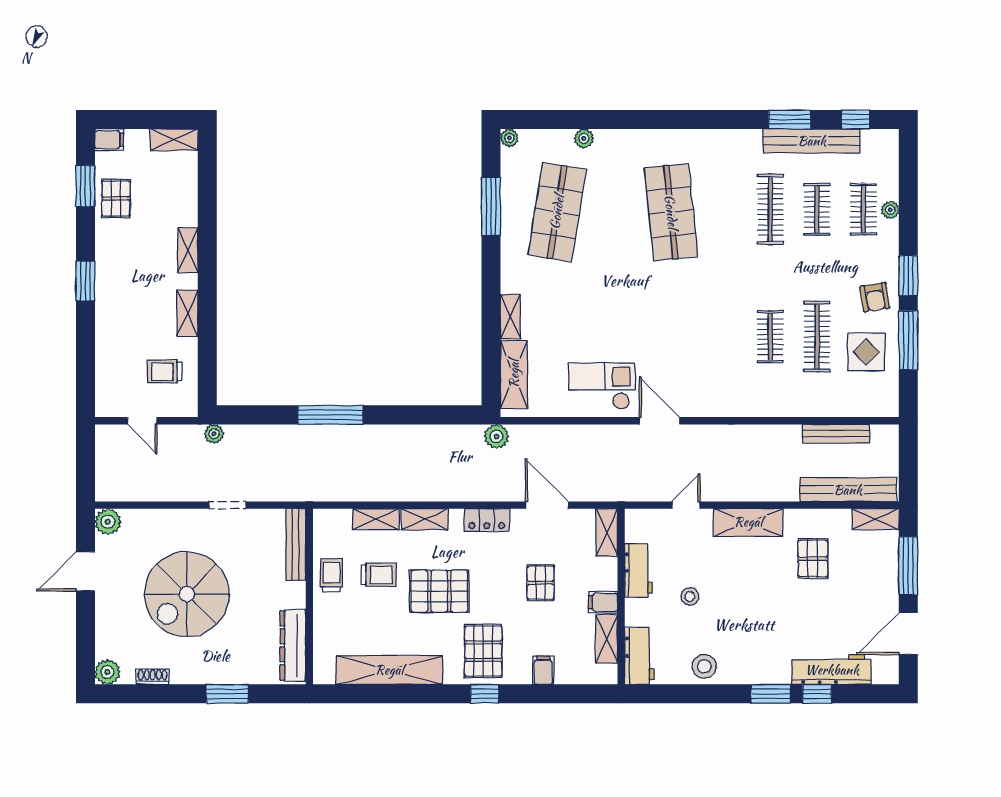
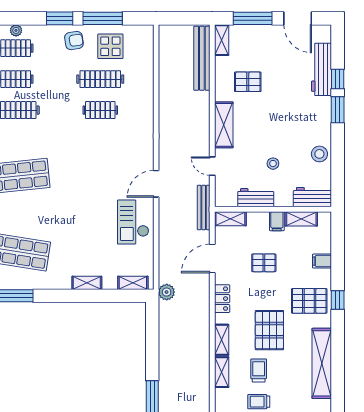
shelving: (514, 374) -> (133, 283), width x0.67, depth x0.75
bench: (836, 434) -> (204, 207), moved

